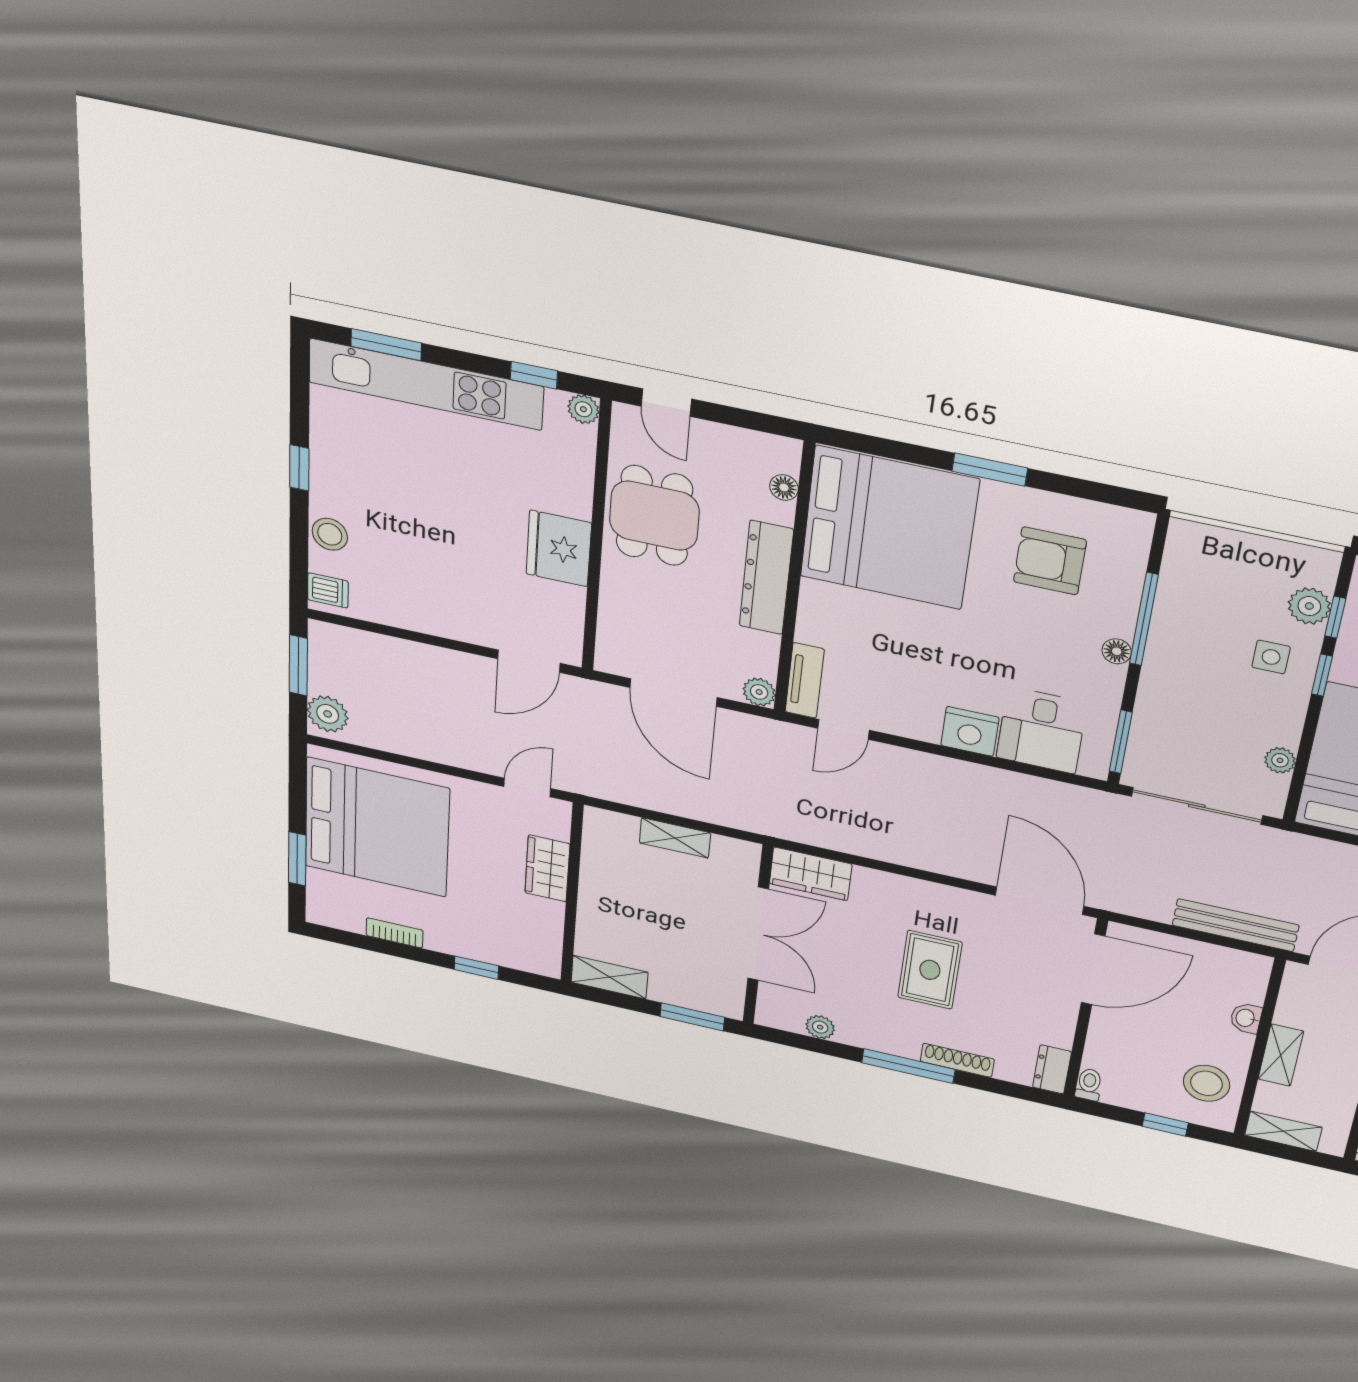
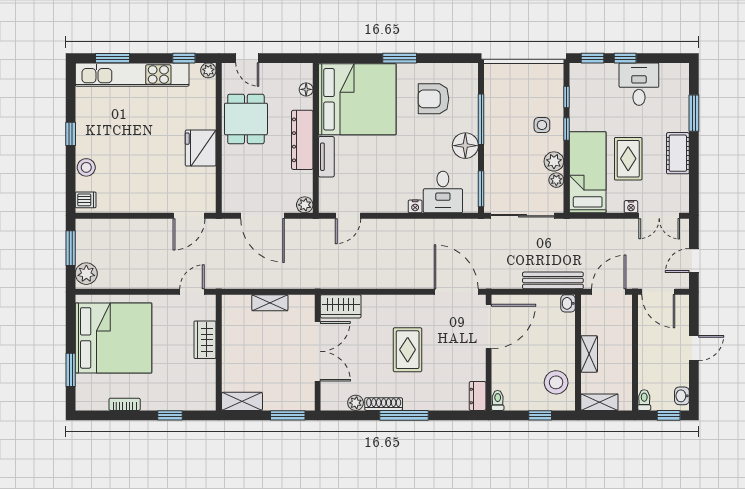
plant: (1309, 606) -> (554, 161), moved
floor lamp: (1117, 651) -> (465, 146), width x1.89, depth x1.89
tv unit: (805, 681) -> (326, 157), moved
nightstand: (970, 731) -> (415, 206), width x0.53, depth x0.56
washbasin: (1246, 1018) -> (568, 303), moved
shoe rack: (957, 1060) -> (384, 404), moved

